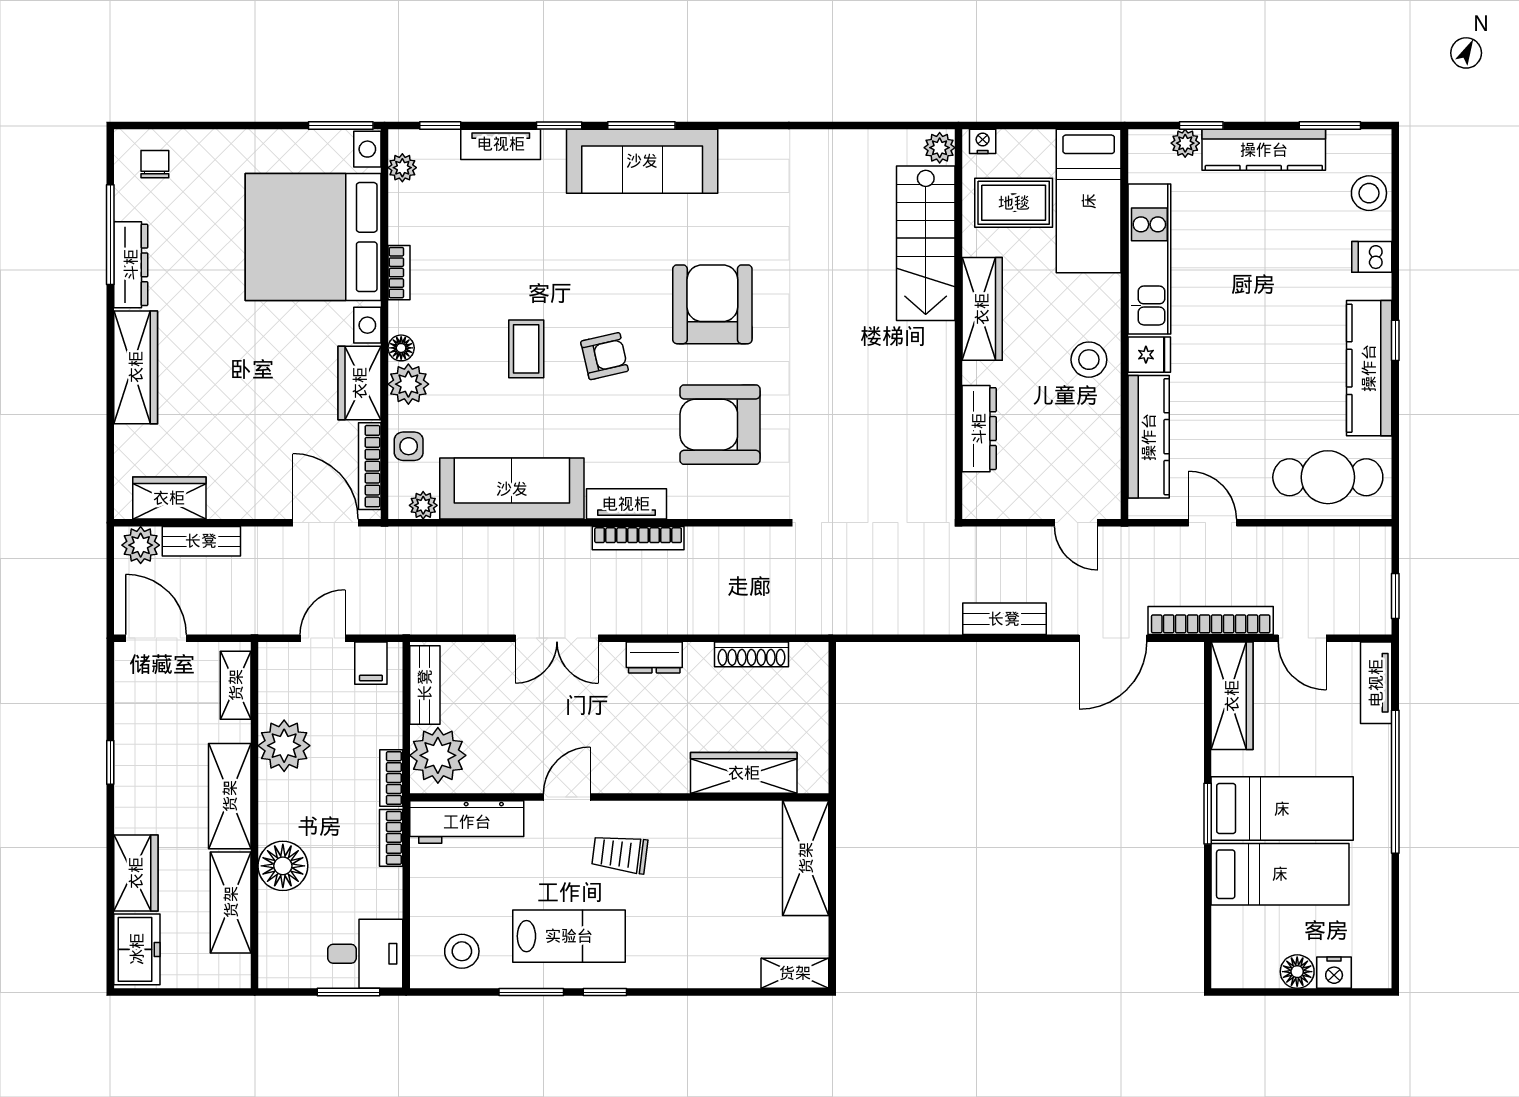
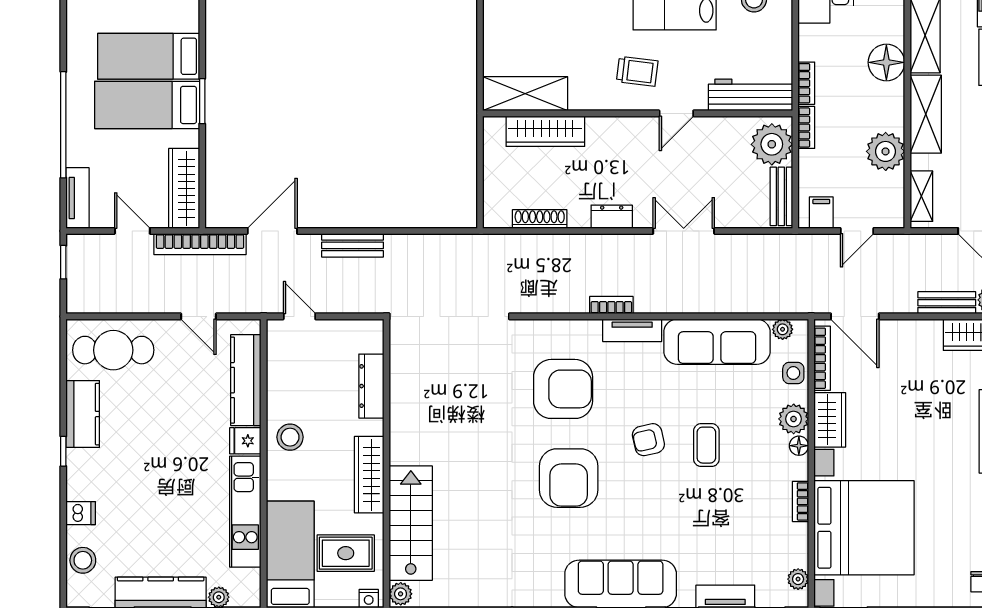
kitchen counter: (1369, 368) -> (83, 414), width x0.67
bookcase: (638, 538) -> (611, 305), width x0.64
shelving: (806, 858) -> (525, 94), moved, turned 90

